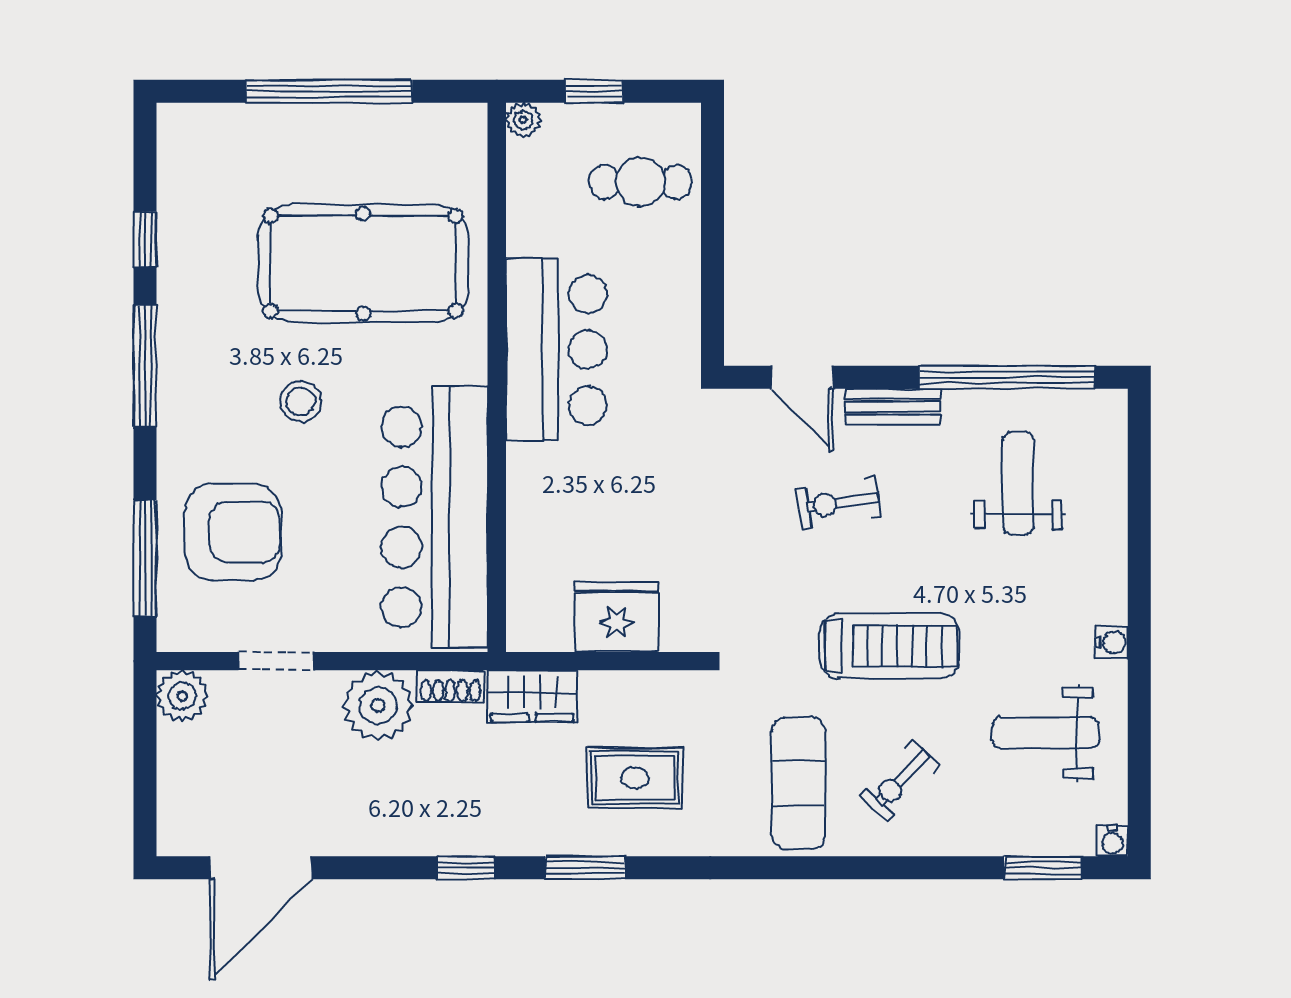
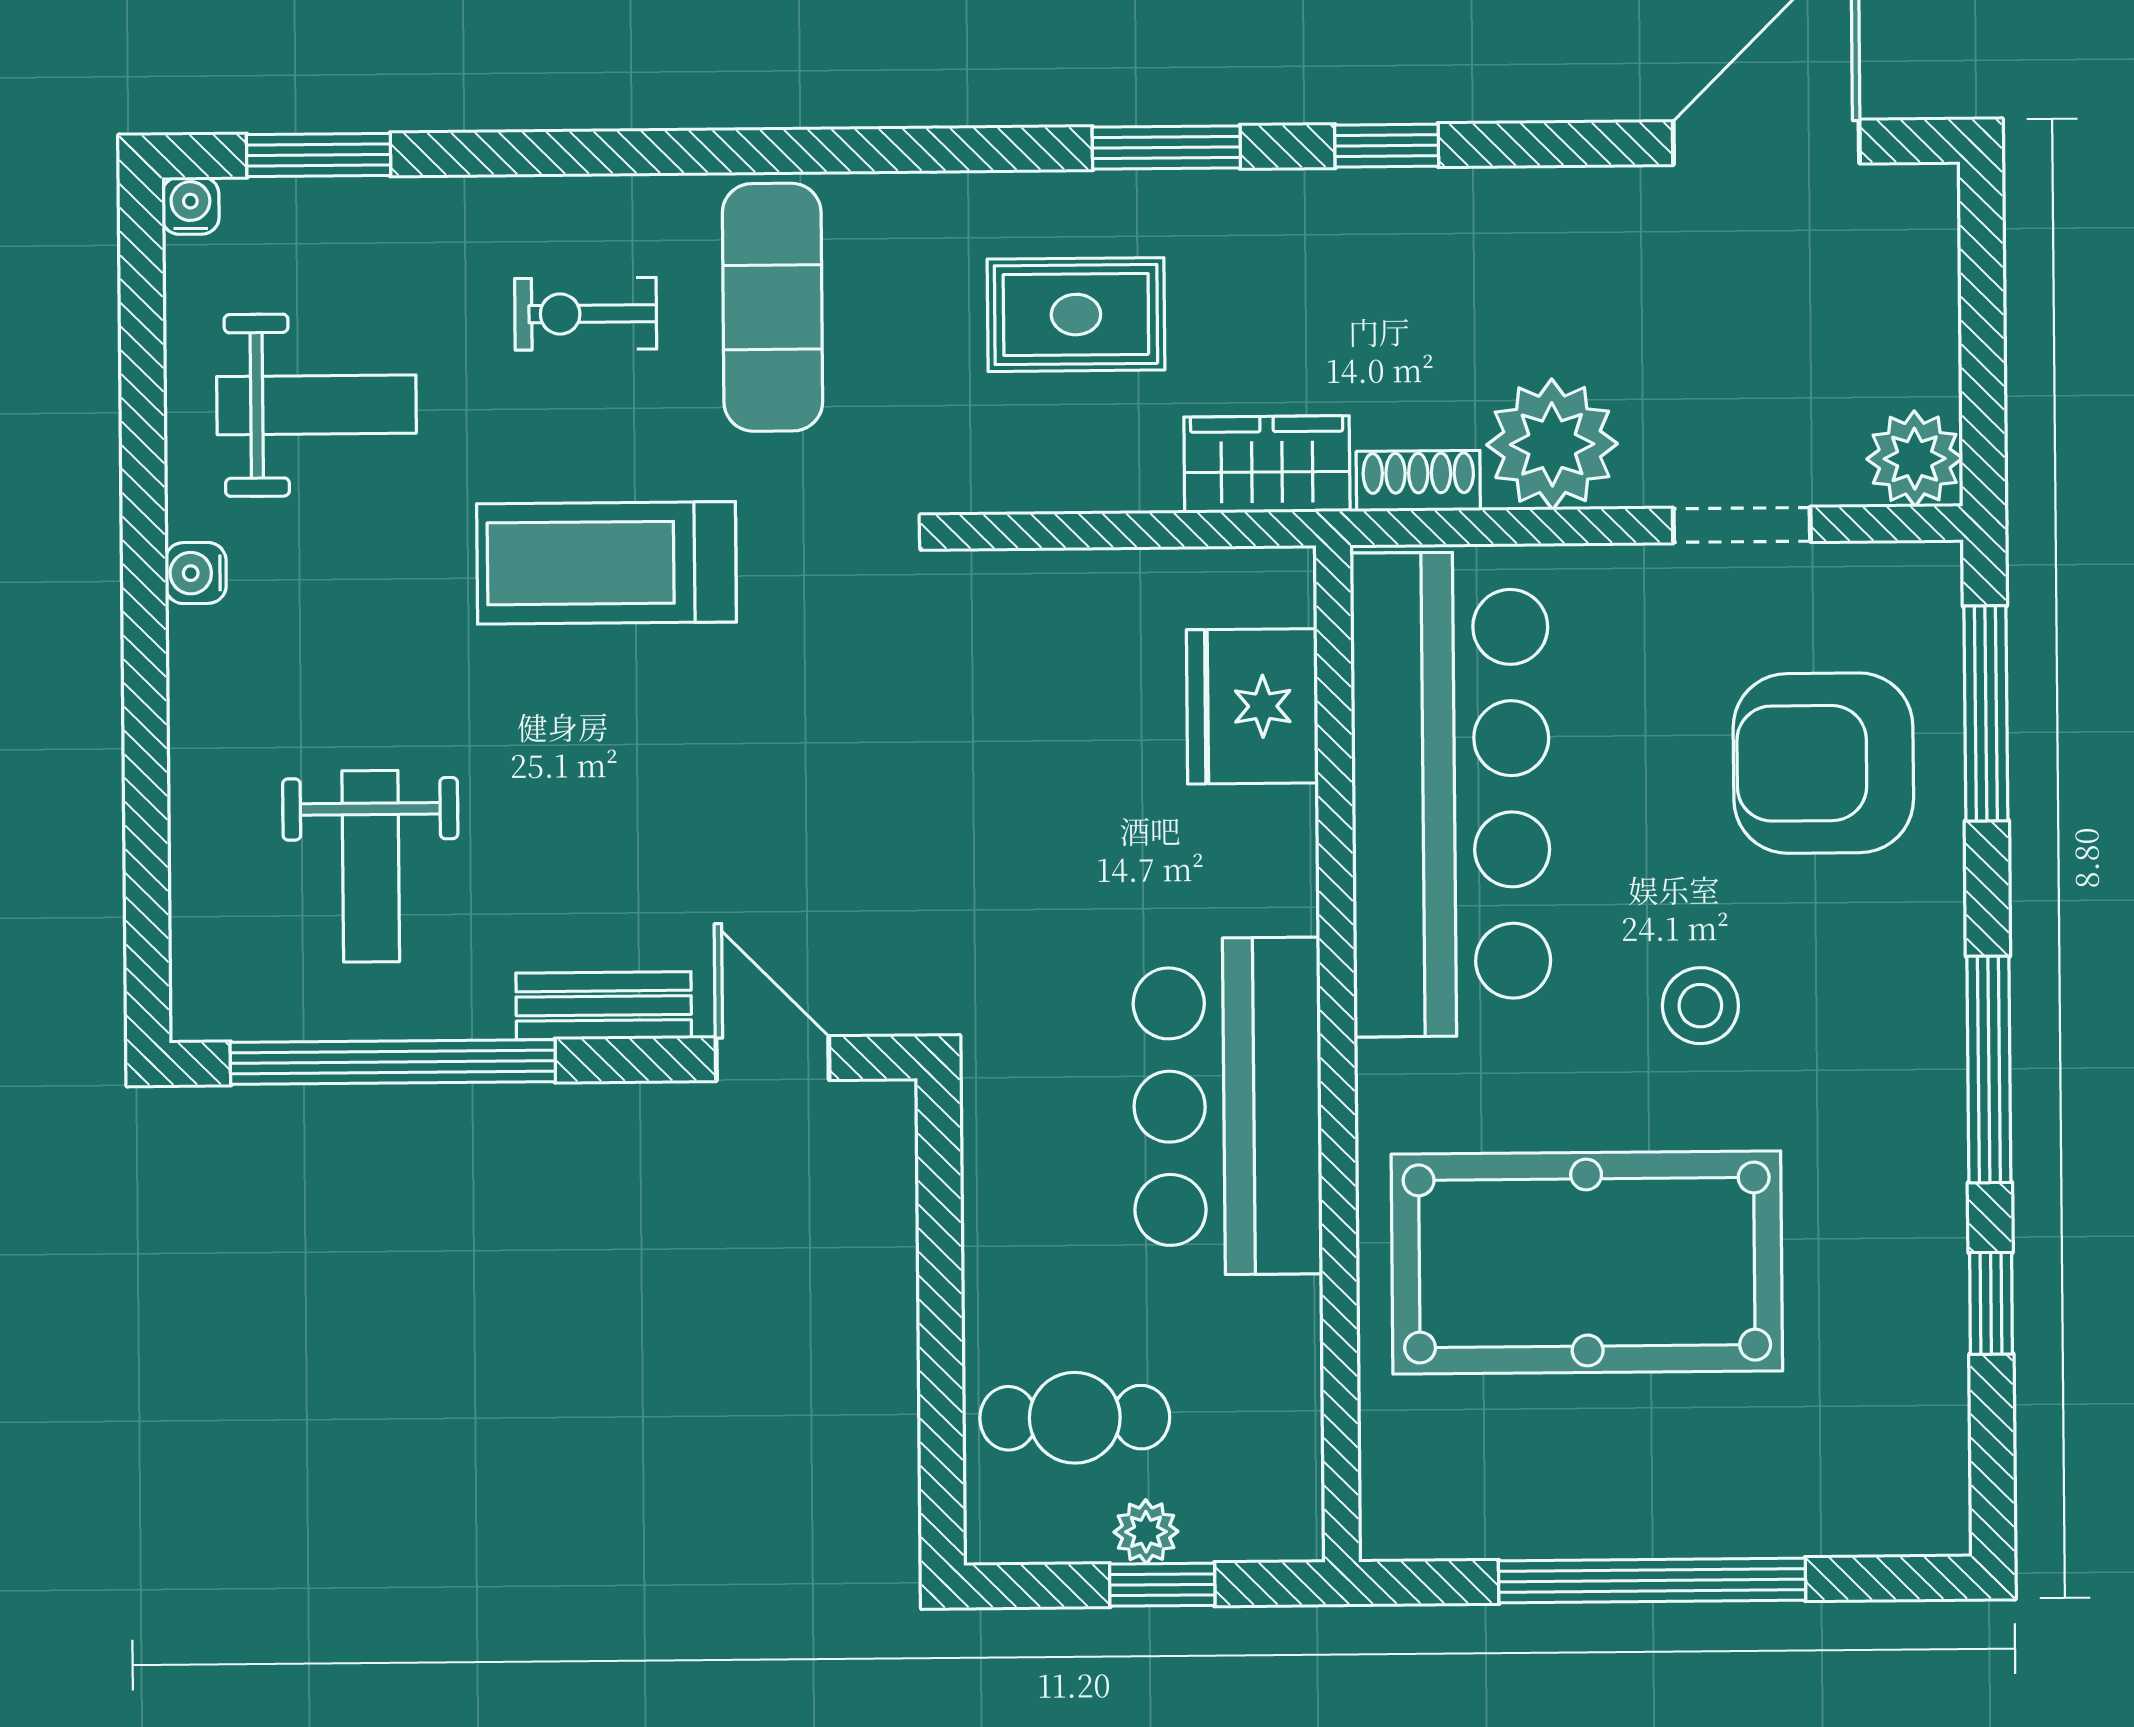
plant: (523, 120) -> (1146, 1532), moved
exercise bike: (839, 503) -> (702, 827), removed
fridge: (616, 617) -> (1252, 706), moved, turned 90
exercise bike: (900, 781) -> (586, 314), turned -133

